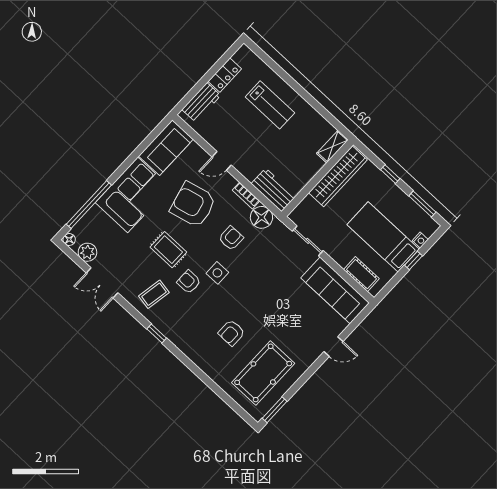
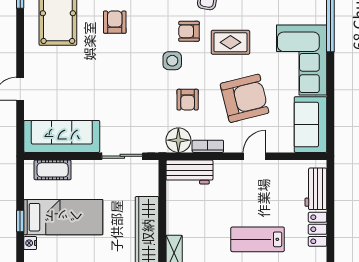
armchair: (189, 282) -> (189, 31), turned 180

